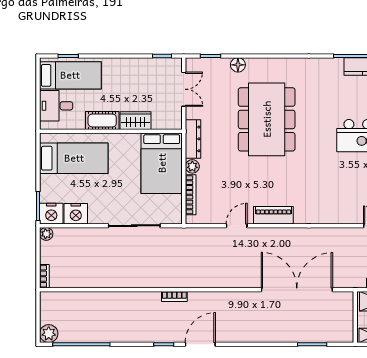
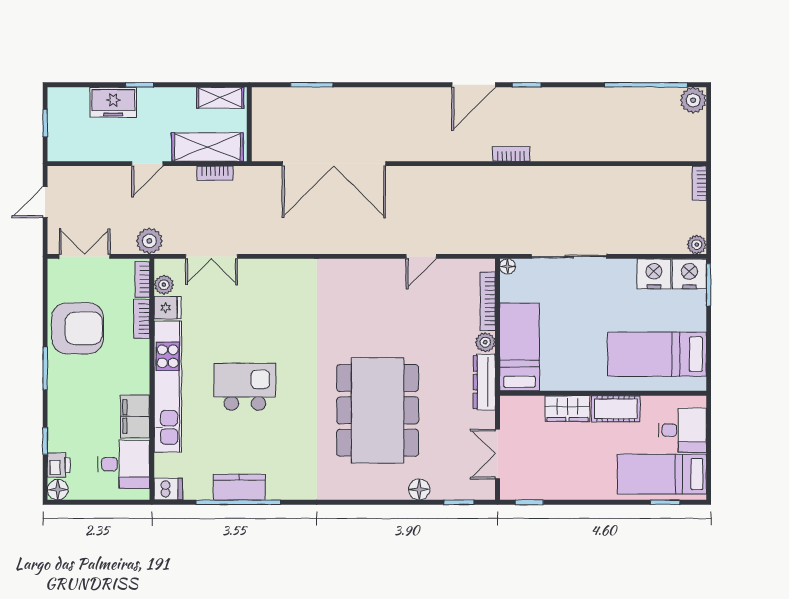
bed: (162, 163) -> (520, 347), width x0.67
piano: (273, 215) -> (368, 272), removed
floor lamp: (177, 219) -> (508, 266), added

